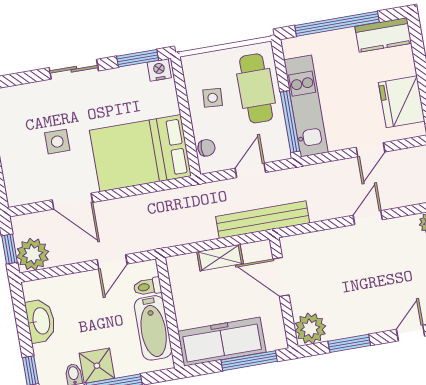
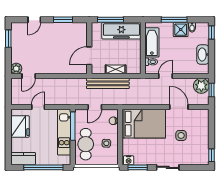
door: (368, 218) -> (29, 76), moved
bench: (263, 220) -> (108, 83), moved
door: (281, 277) -> (89, 56), swing flipped
plant: (310, 328) -> (80, 30), removed

